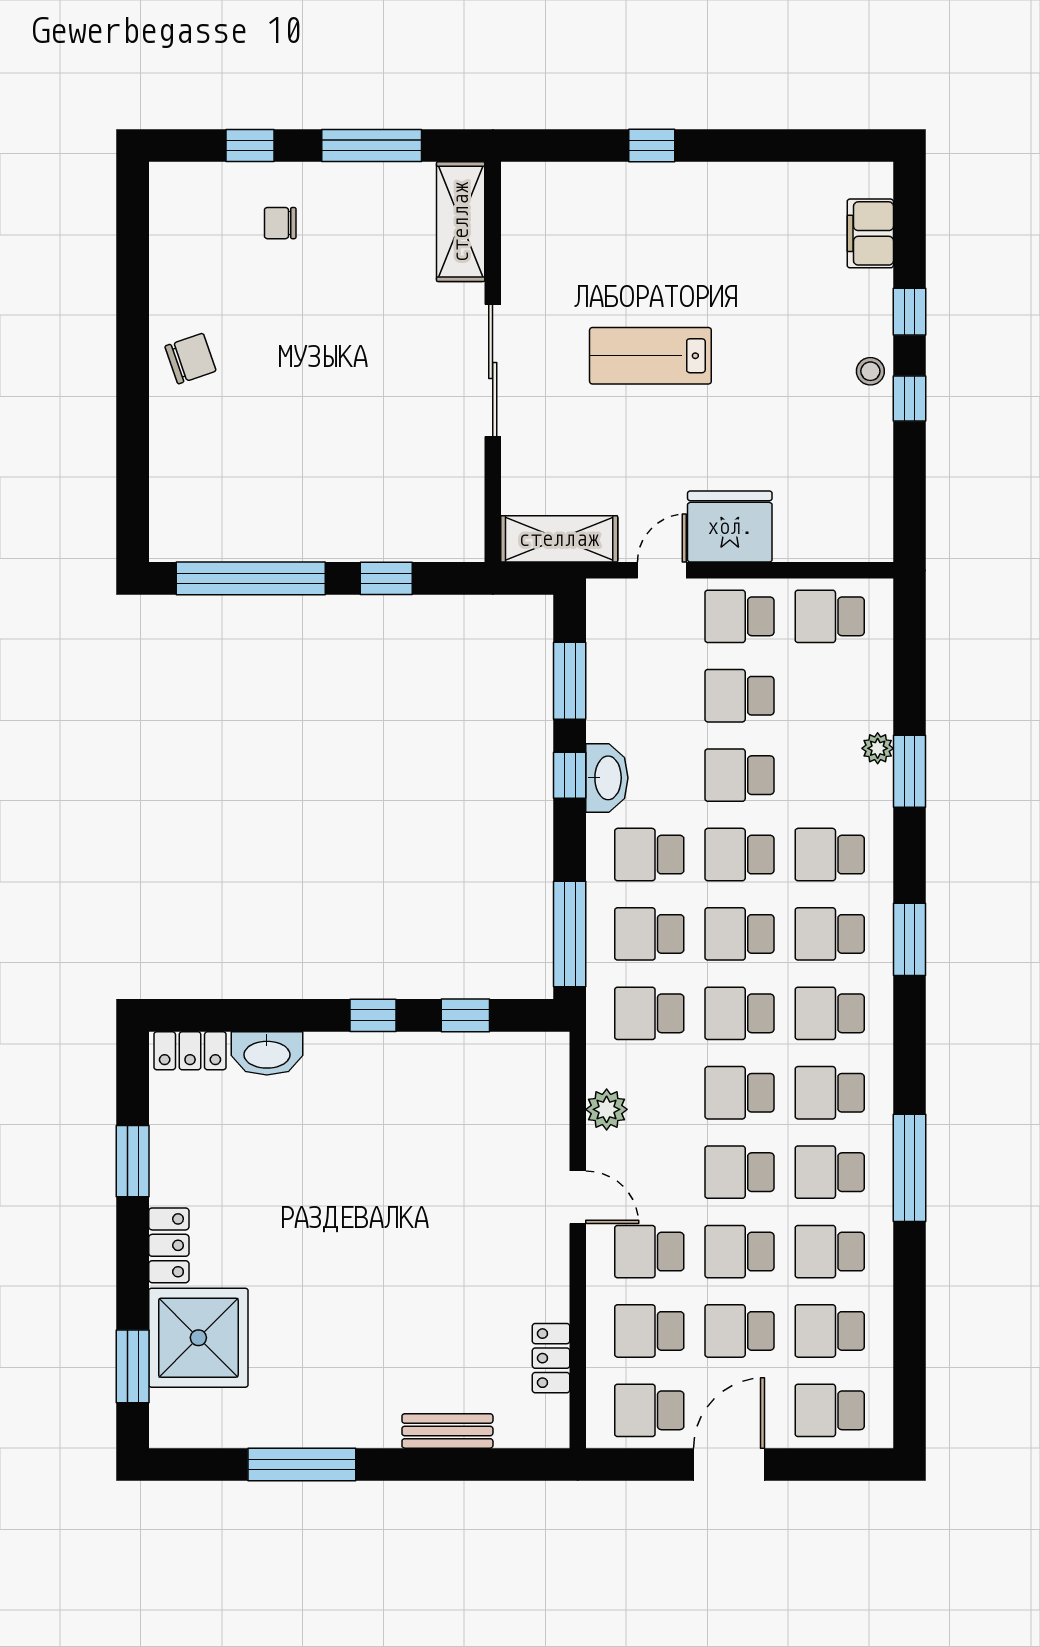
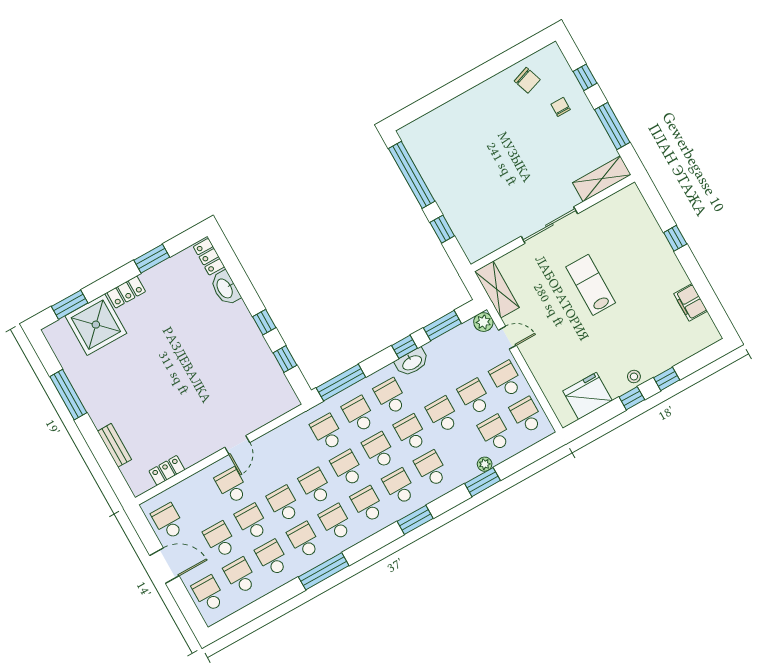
filing cabinet: (870, 233) -> (691, 302), moved, turned -90
chair: (191, 359) -> (527, 80), moved
fridge: (730, 527) -> (588, 396), moved, turned -90
plant: (607, 1109) -> (483, 322), moved
school desk: (649, 1331) -> (495, 433), moved

